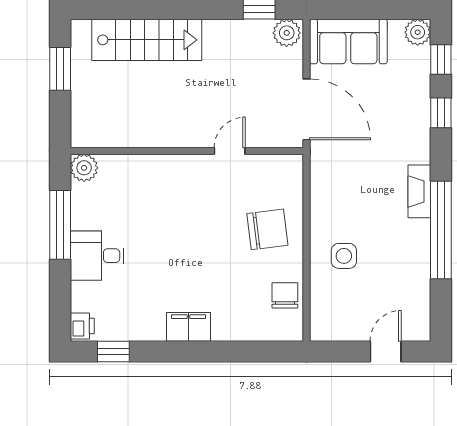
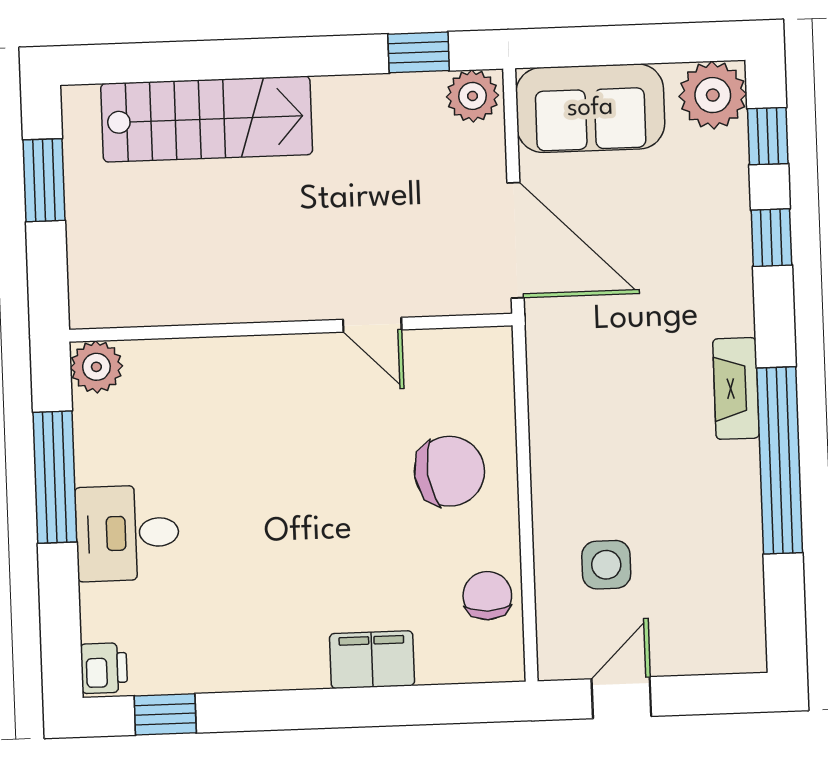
plant: (418, 32) -> (713, 95), width x1.36, depth x1.36
door: (230, 151) -> (372, 325), swing flipped
side table: (344, 256) -> (606, 565), moved
filing cabinet: (189, 327) -> (372, 660), moved
door: (386, 352) -> (621, 698), moved

